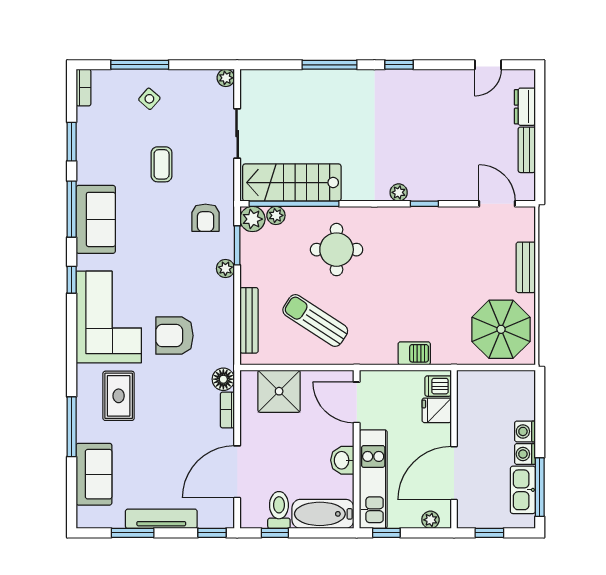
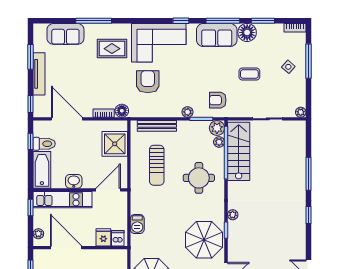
floor lamp: (92, 168) -> (247, 32), added
parasol: (441, 241) -> (204, 240), added
sun lounger: (315, 321) -> (157, 165), turned 147

